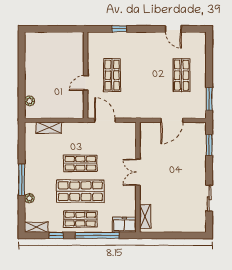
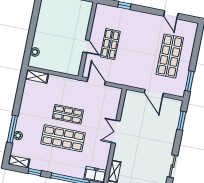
shop shelf: (181, 75) -> (170, 56), width x1.43, depth x1.36
door: (86, 83) -> (86, 46), swing flipped
door: (172, 120) -> (154, 93), hinge flipped
shelving: (49, 128) -> (37, 76), moved
window: (22, 180) -> (12, 129), moved
shop shelf: (80, 219) -> (58, 162), removed

